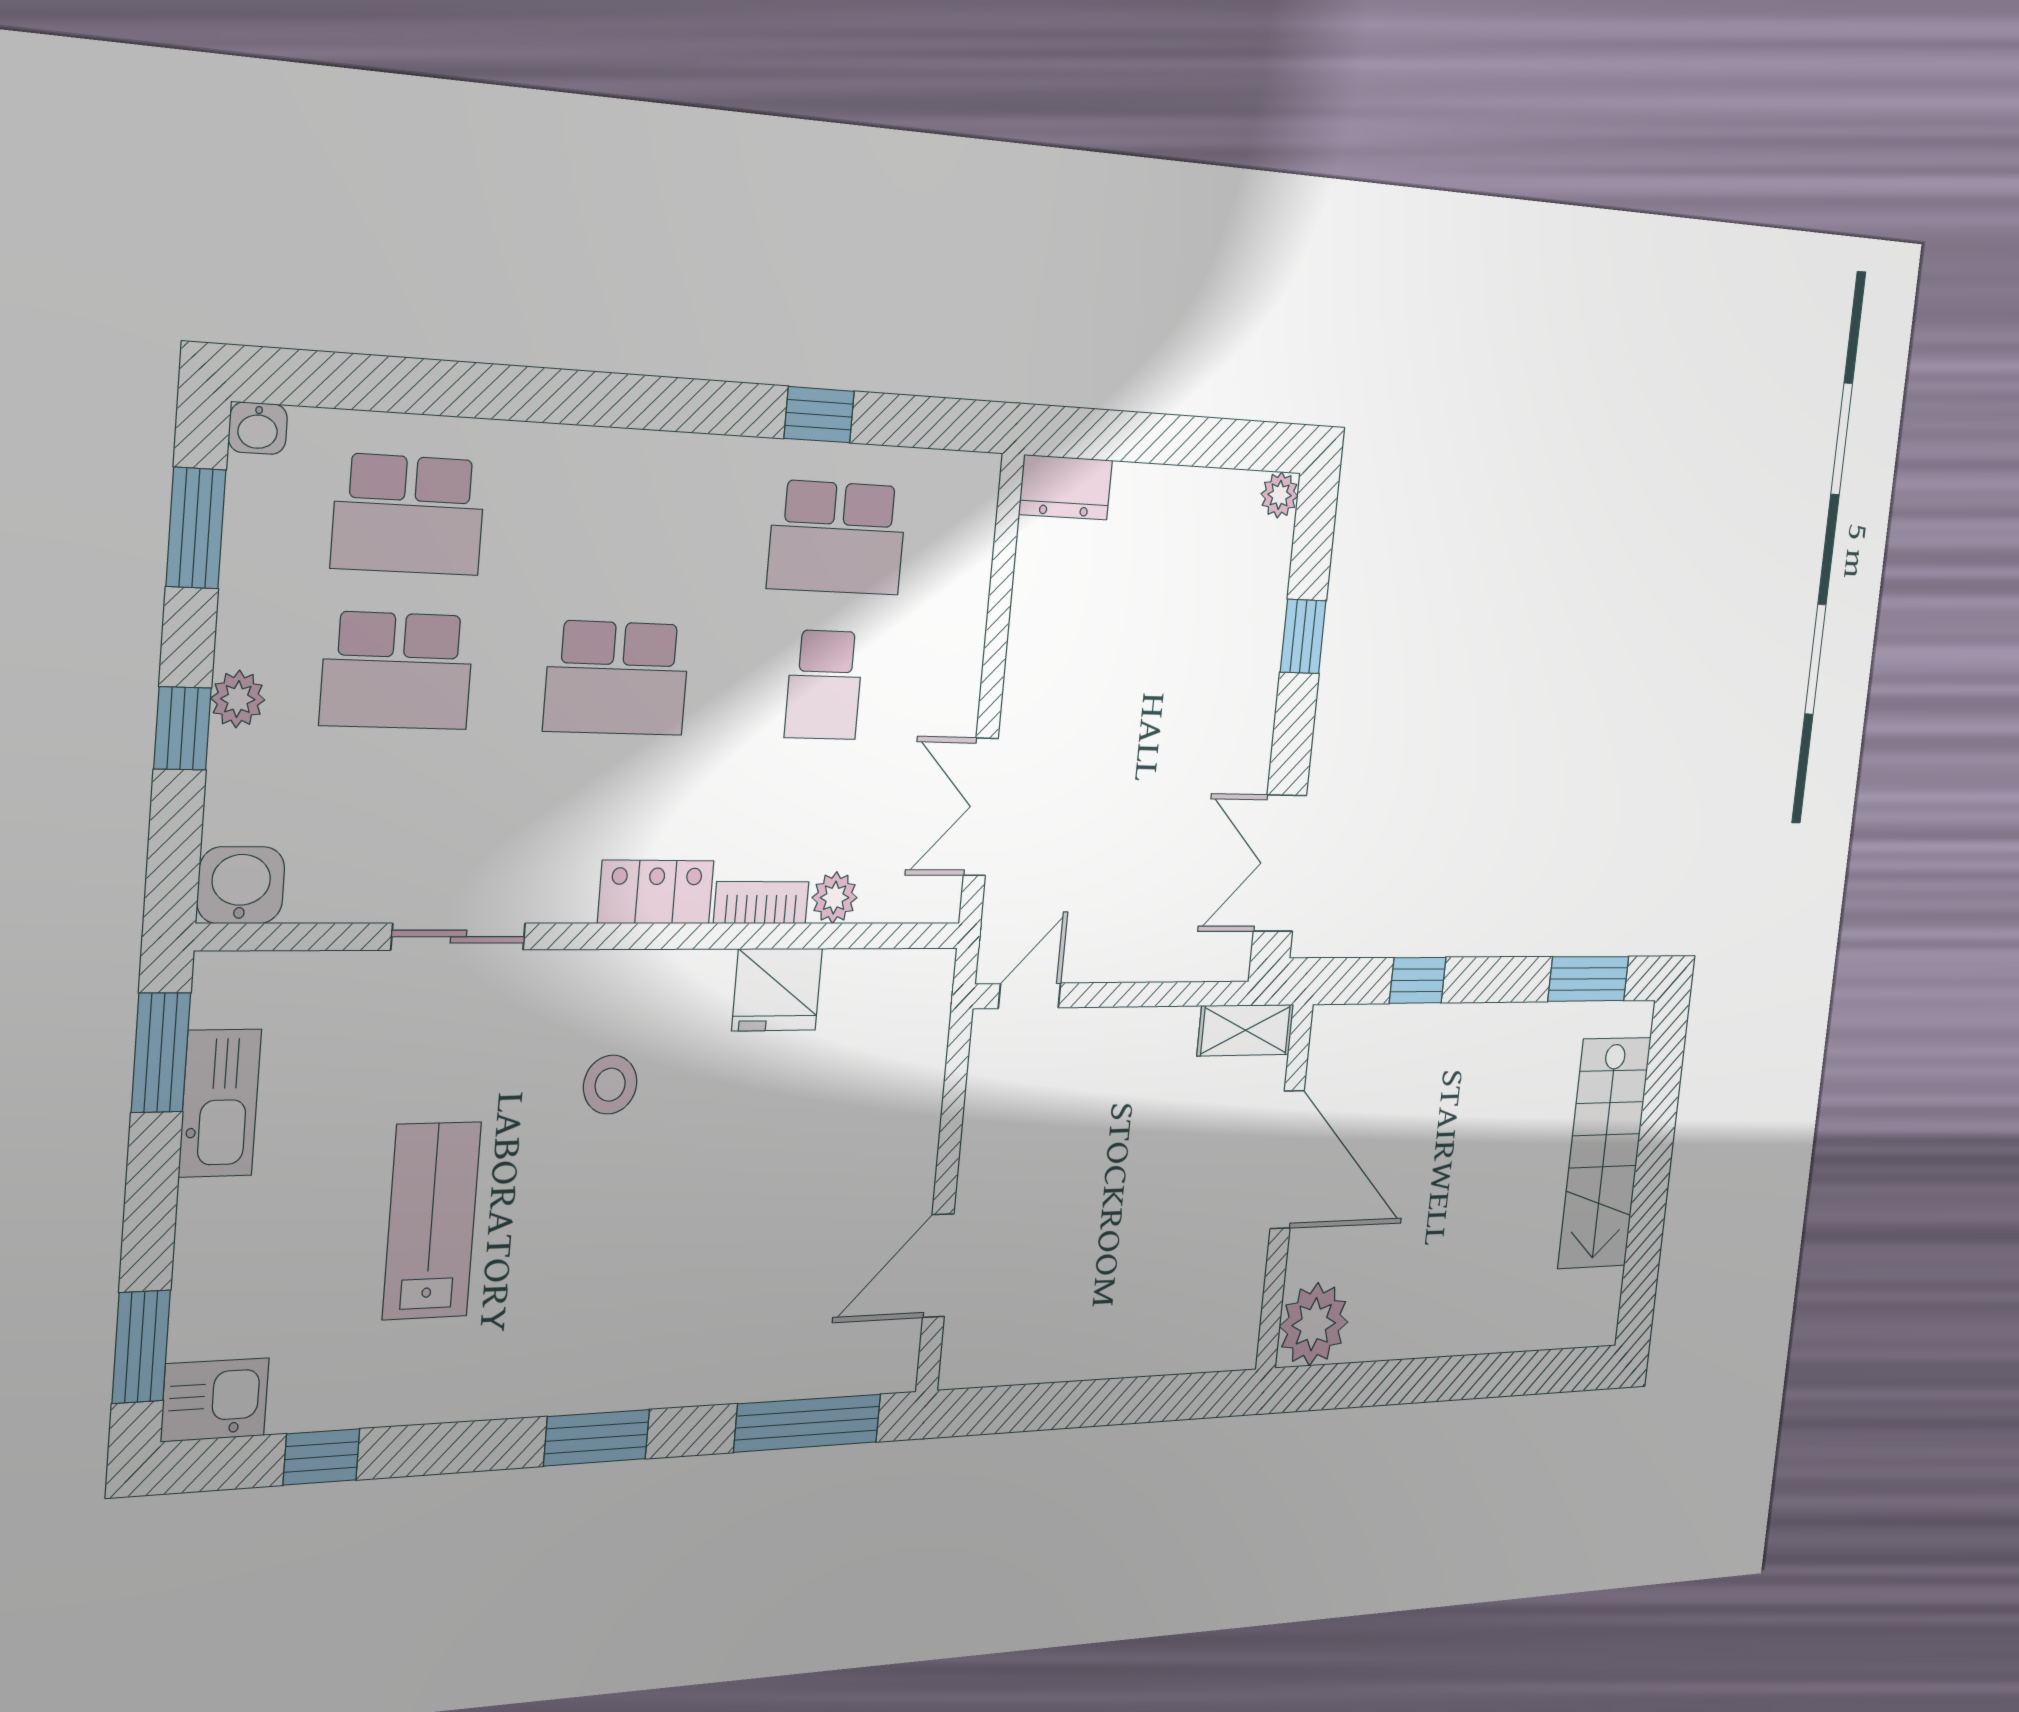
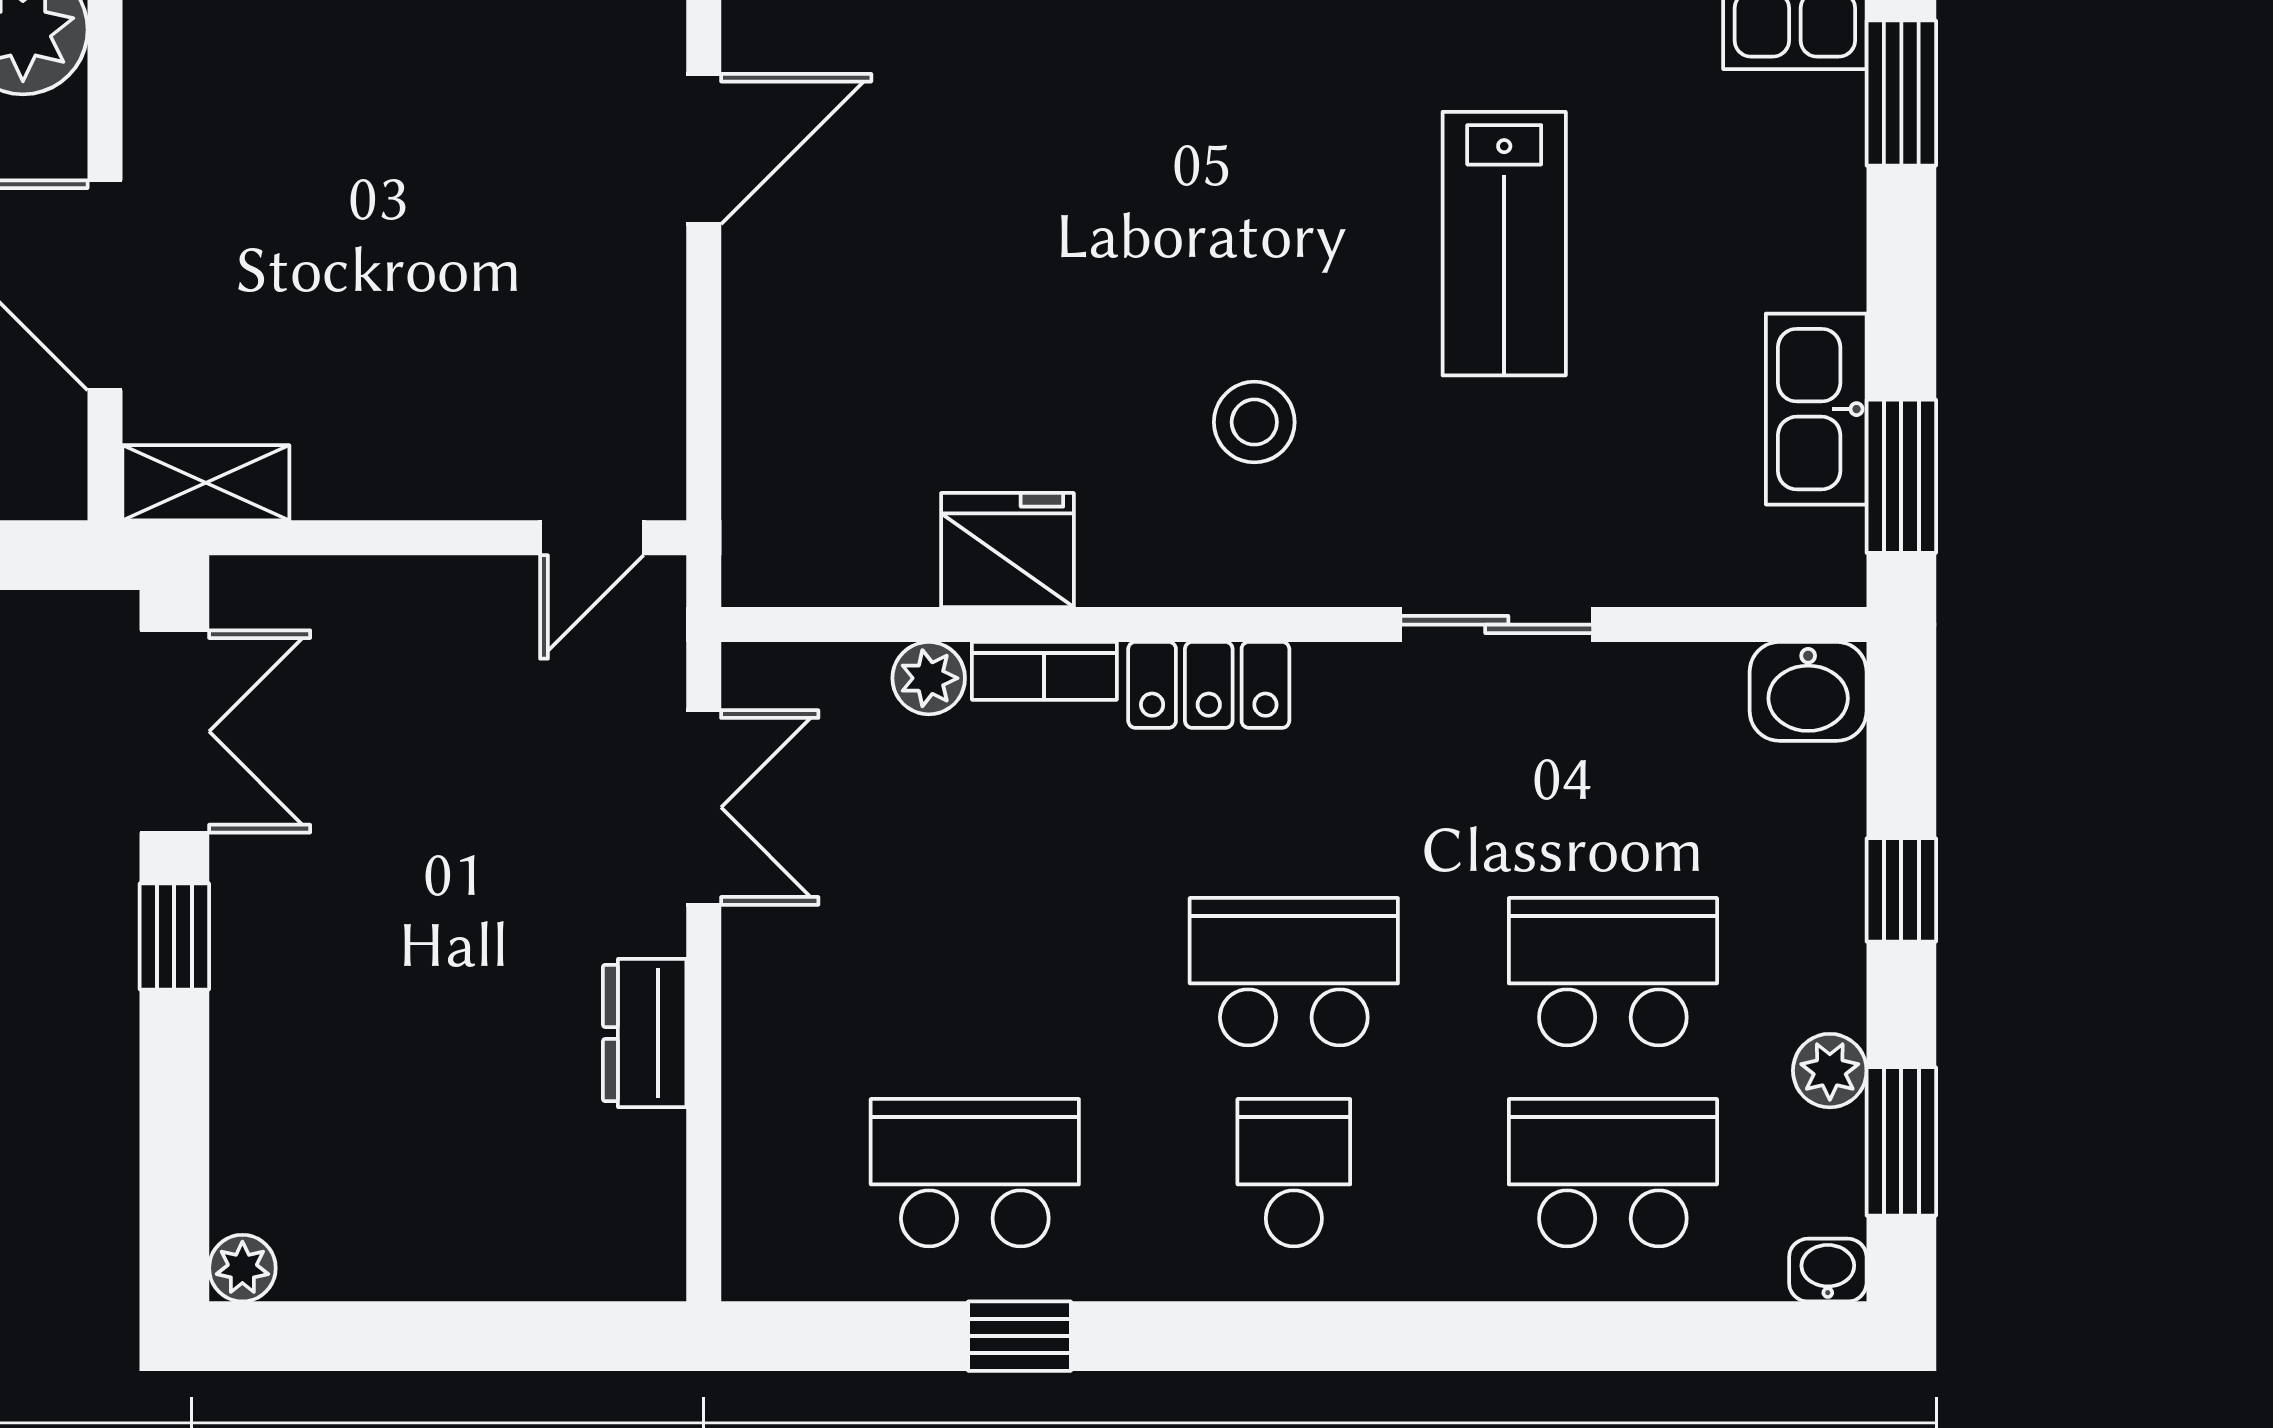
dresser: (1066, 487) -> (645, 1033), moved, turned -90
window: (1303, 636) -> (174, 936), moved
school desk: (824, 685) -> (1294, 1173), moved
plant: (238, 699) -> (1830, 1071), moved

